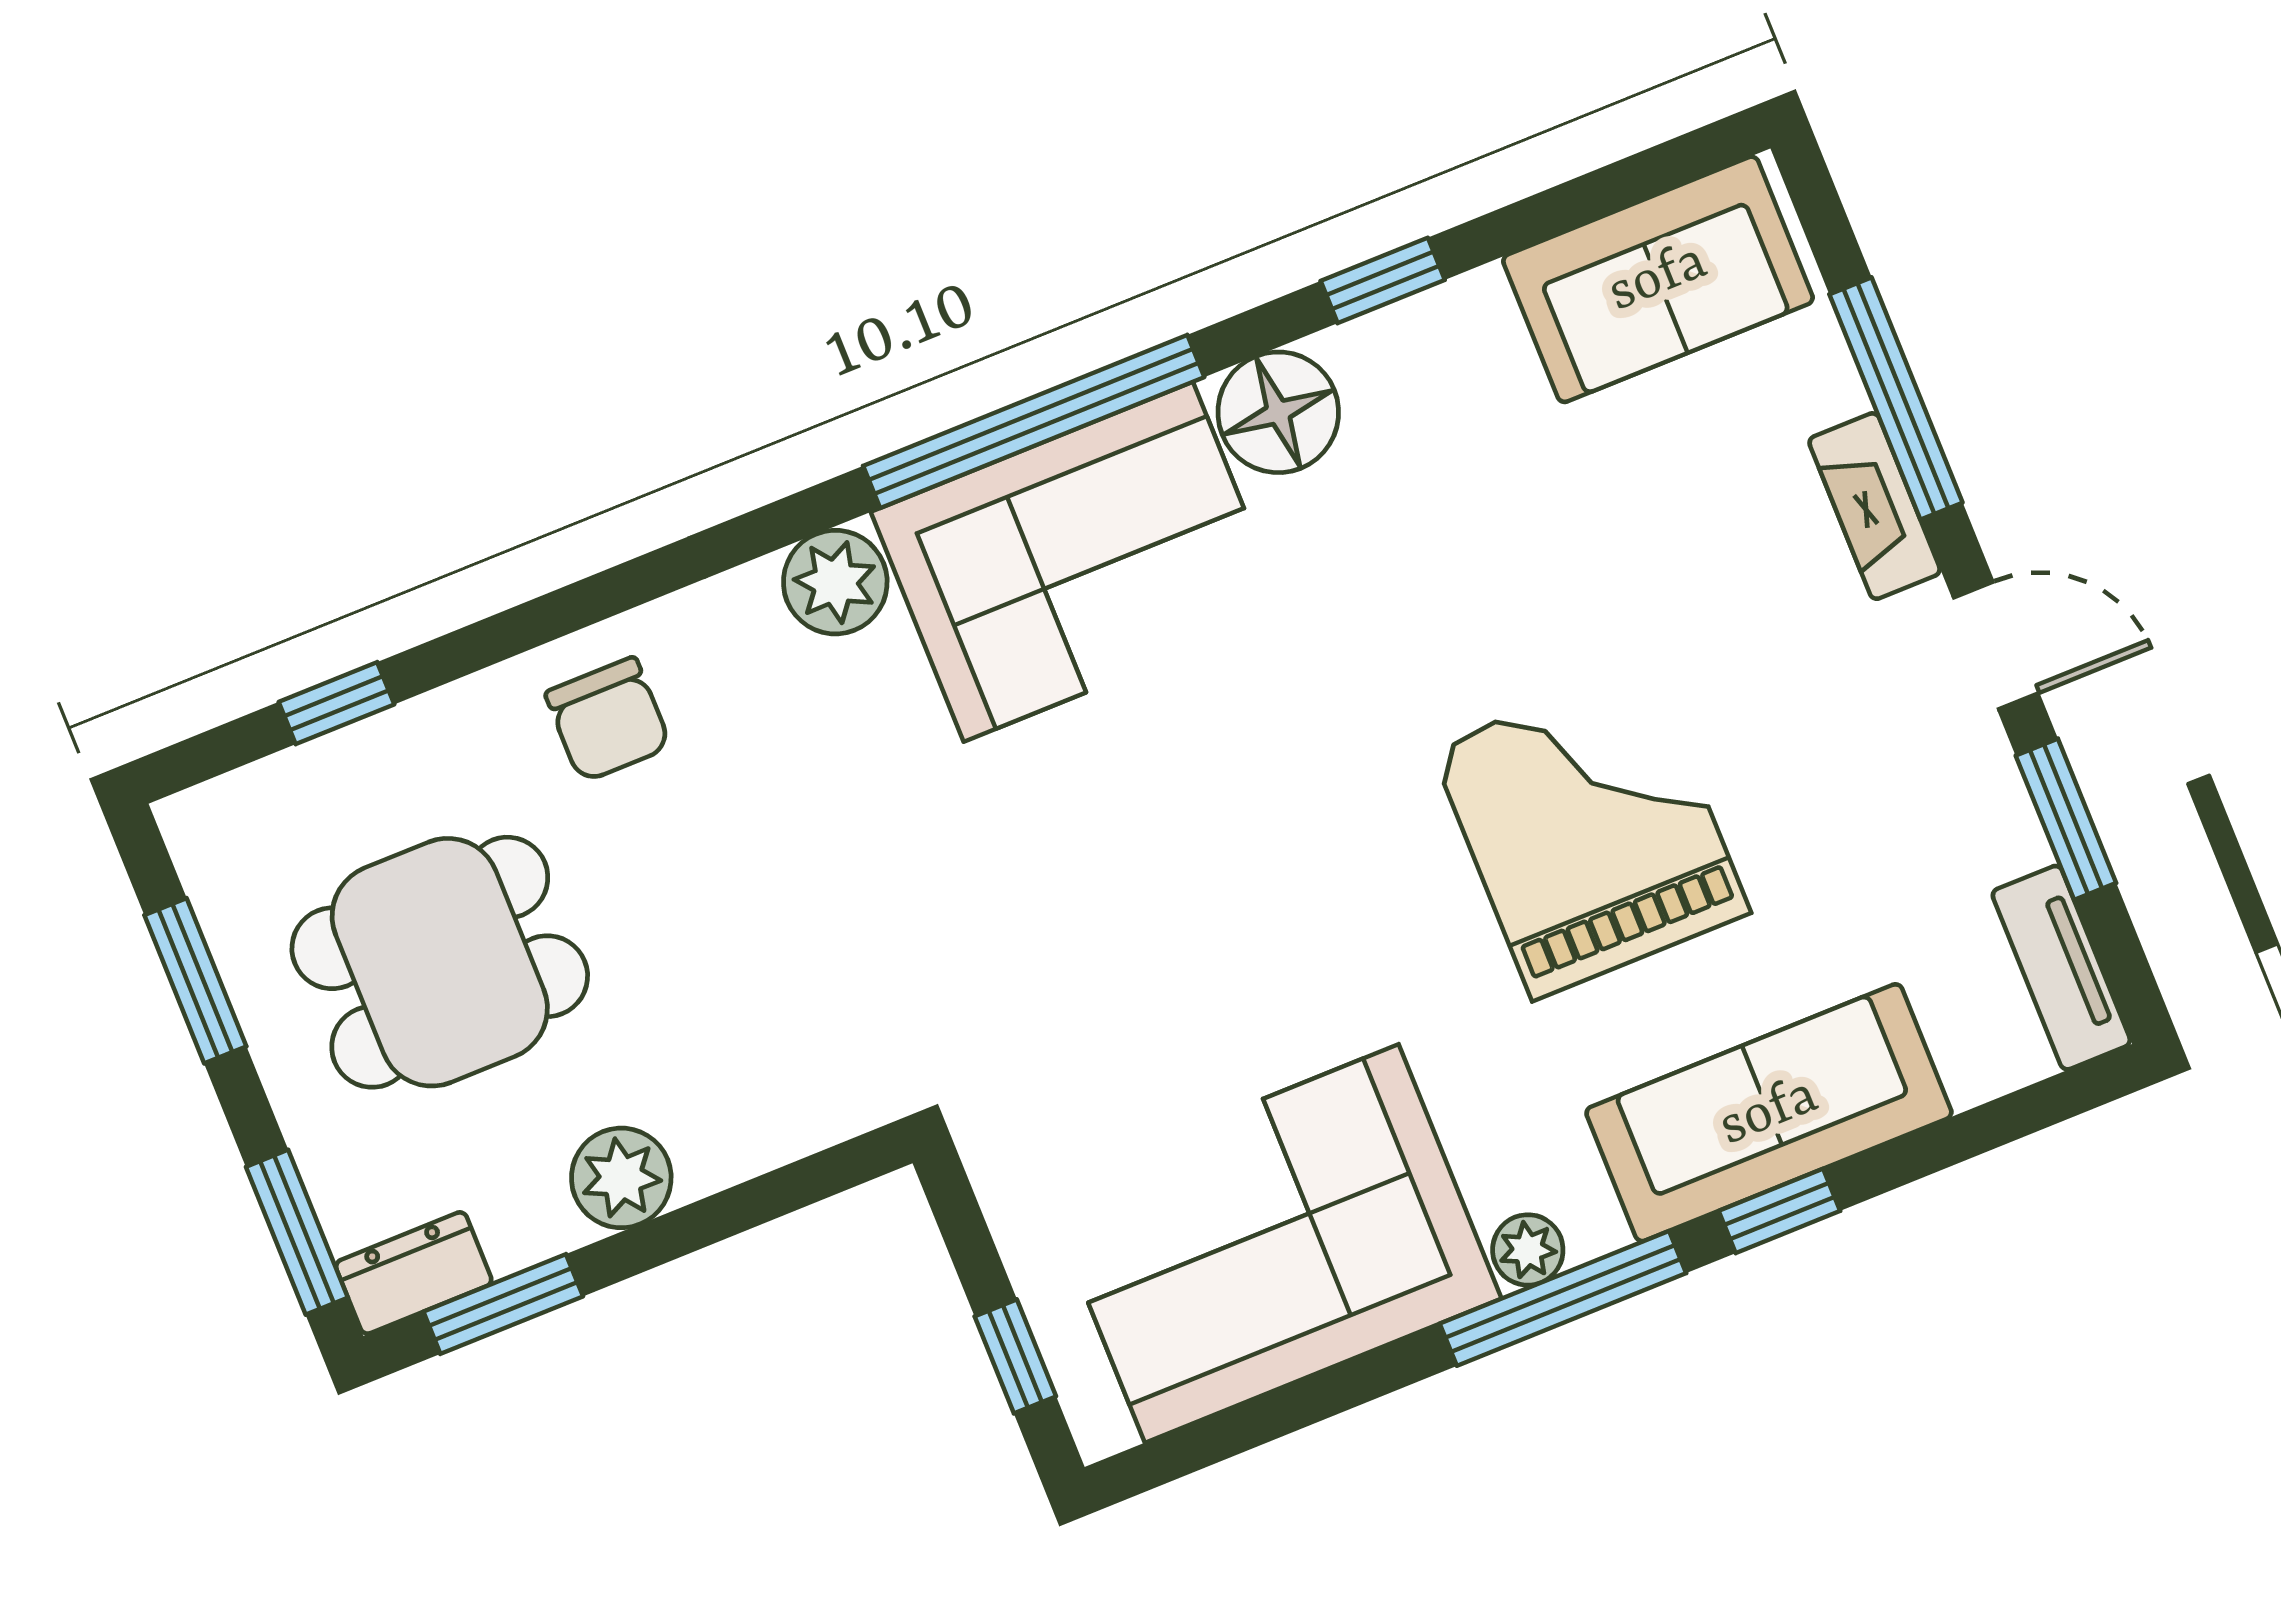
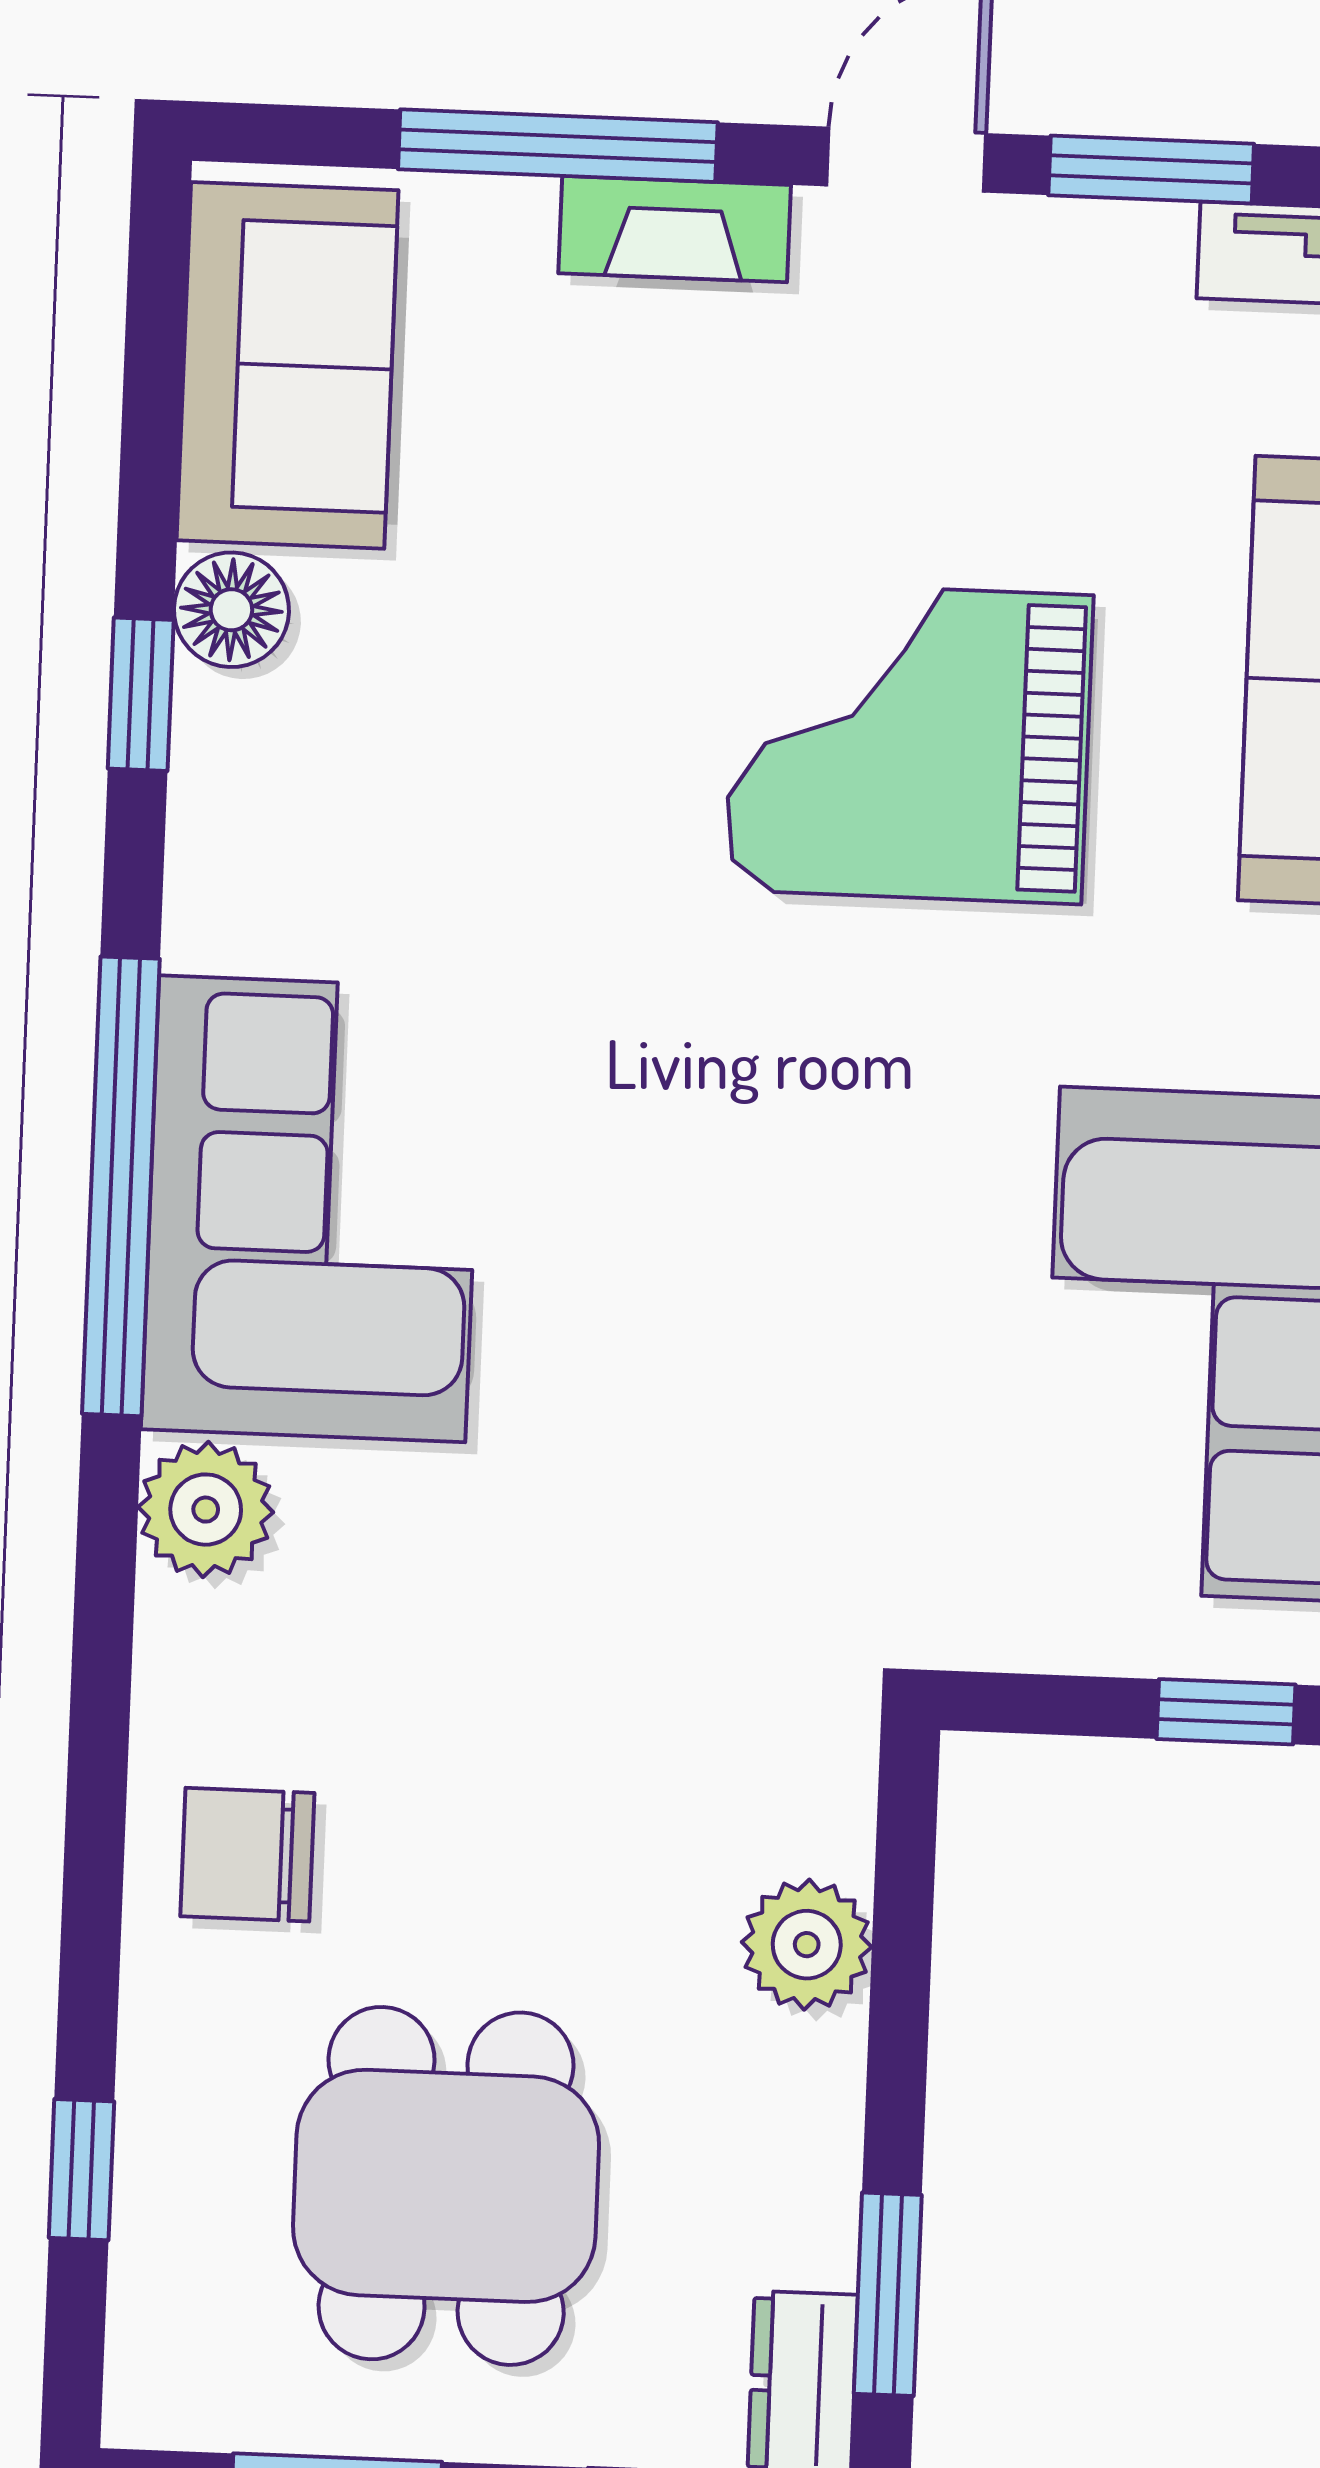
floor lamp: (1278, 412) -> (231, 610), moved, width x0.73, depth x0.73
chair: (608, 720) -> (247, 1855), turned 180
plant: (621, 1178) -> (807, 1945), moved

